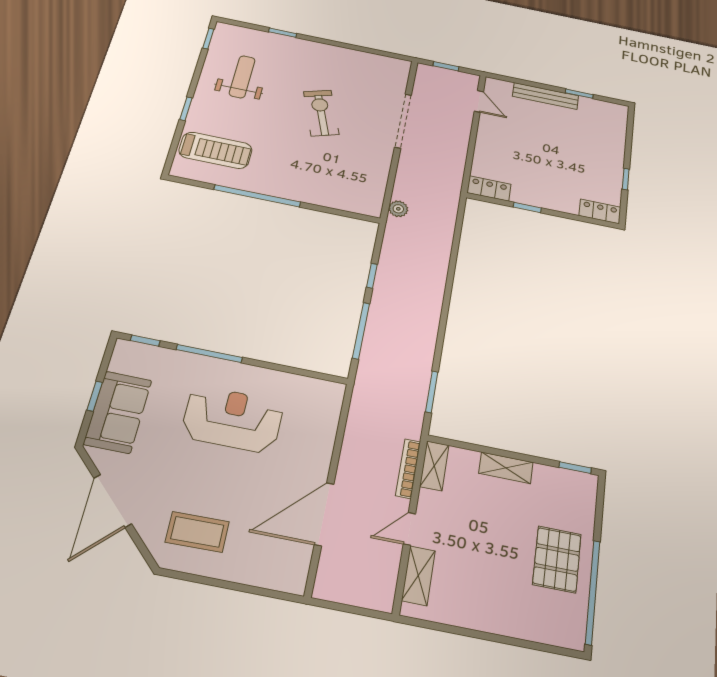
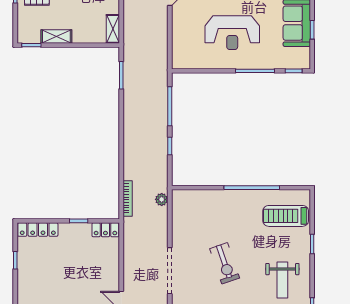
locker: (600, 211) -> (38, 230), width x1.53
shelving: (506, 468) -> (56, 36), moved
bookcase: (408, 469) -> (128, 198), moved

